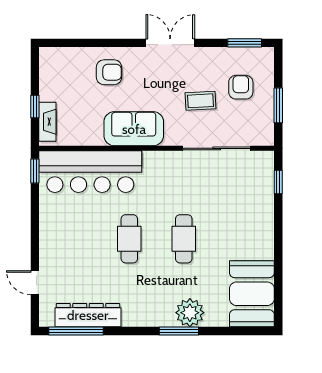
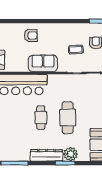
double door: (170, 43) -> (61, 21), removed
cafe table: (184, 239) -> (68, 118), width x1.37, depth x1.35
dresser: (88, 315) -> (47, 155), moved

